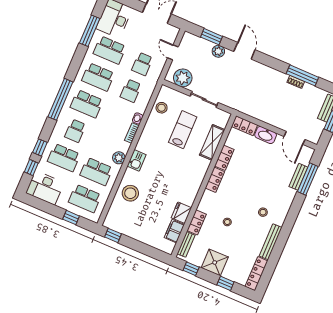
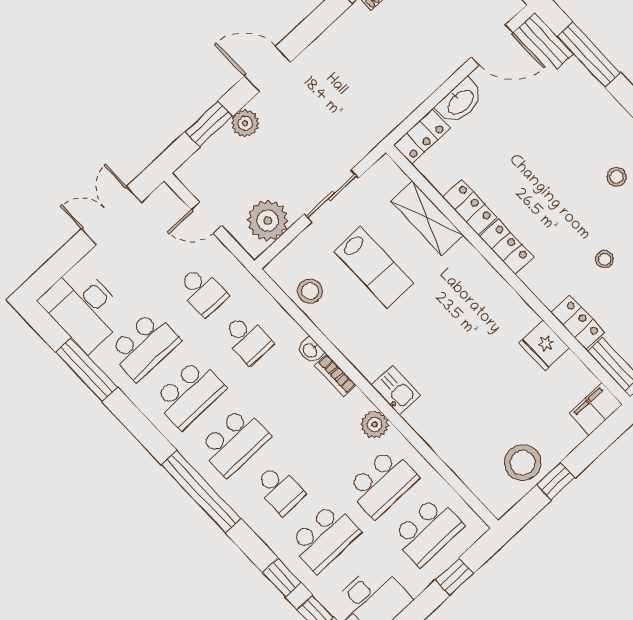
lab bench: (183, 130) -> (374, 267), turned 180
bench: (298, 177) -> (546, 41), moved
stool: (130, 193) -> (523, 463), moved
filing cabinet: (174, 231) -> (596, 409), moved, turned 90
window: (113, 235) -> (556, 481), moved

